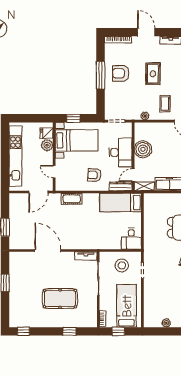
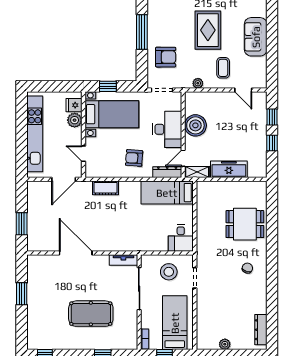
armchair: (121, 73) -> (166, 57), moved, turned 180
rug: (153, 74) -> (208, 30), width x1.36, depth x1.43

